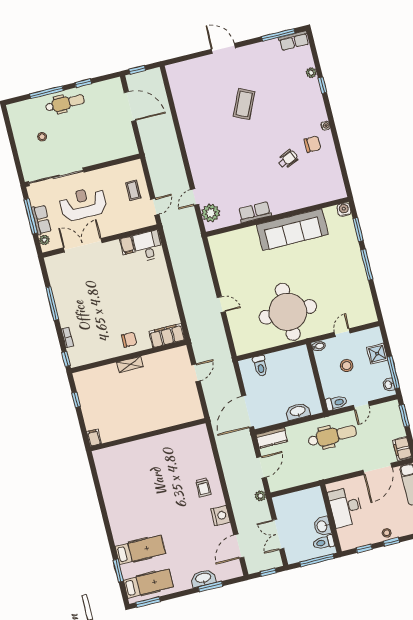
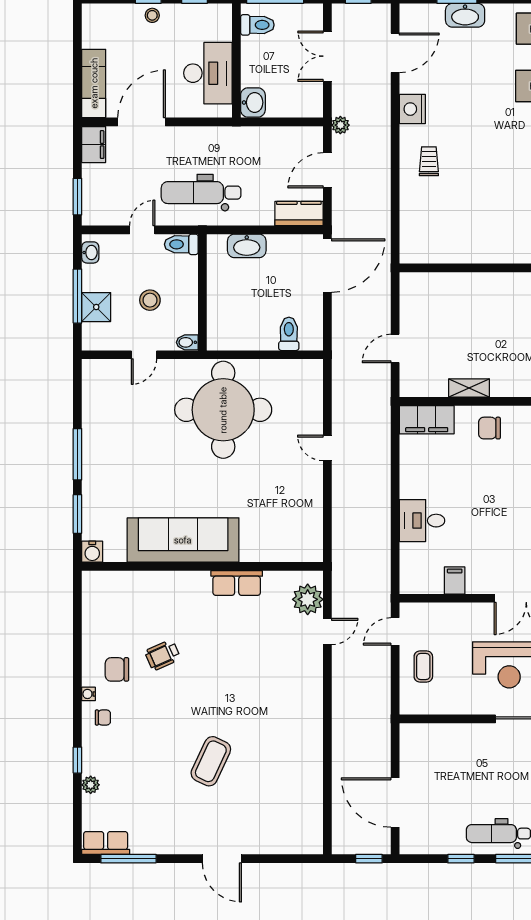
chair: (314, 114) -> (103, 718), added
desk: (148, 246) -> (422, 521), moved, turned 90
shelving: (130, 364) -> (469, 388), moved
window: (393, 372) -> (77, 296), moved
washbasin: (322, 526) -> (253, 102), moved
double door: (278, 534) -> (327, 56), swing flipped

